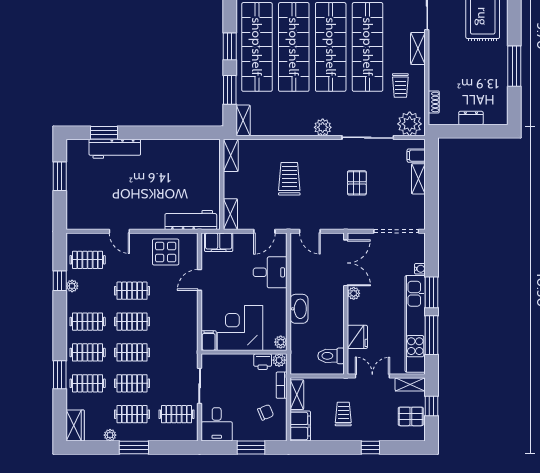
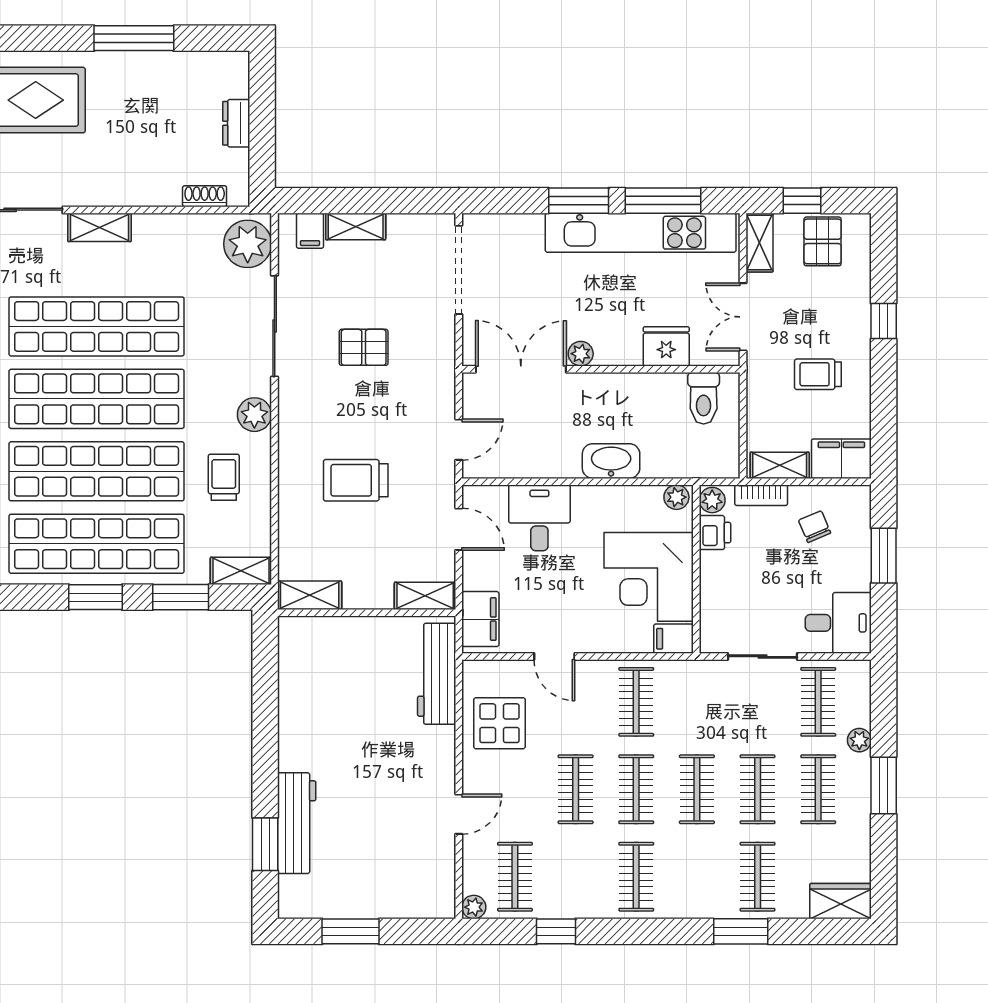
trolley: (400, 85) -> (224, 477), moved, turned -90
water cooler: (420, 269) -> (532, 224), removed
plant: (72, 286) -> (474, 907), moved
clothes rail: (88, 352) -> (636, 702), moved
plant: (110, 435) -> (859, 740), moved

